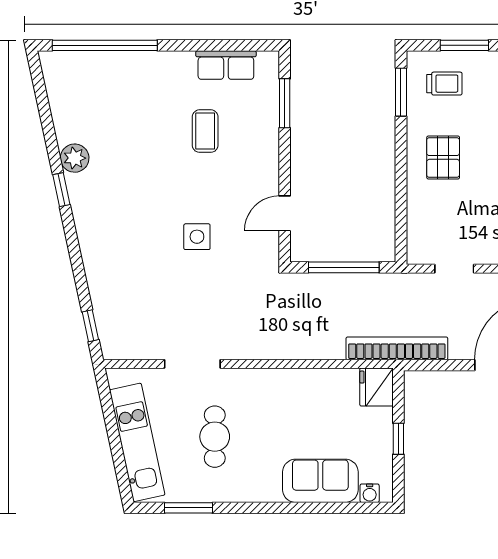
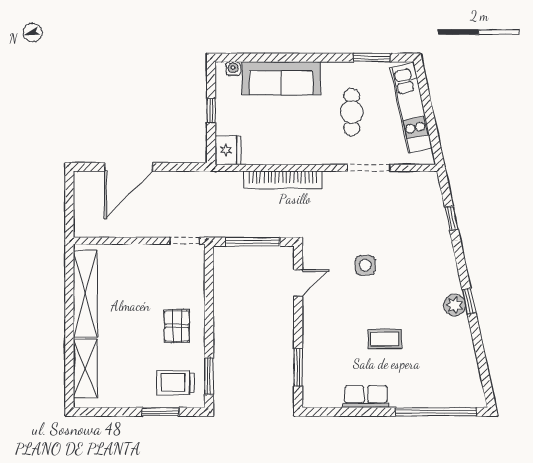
row of seats: (226, 65) -> (366, 397), moved
trolley: (444, 84) -> (176, 383), width x1.36, depth x1.39
coffee table: (205, 131) -> (385, 339), moved, turned 90
plant: (75, 158) -> (455, 305), moved
doorway: (454, 269) -> (185, 241), moved
window: (90, 326) -> (451, 218), moved
bookcase: (397, 348) -> (283, 180), moved
sofa: (320, 481) -> (281, 78), width x1.36

